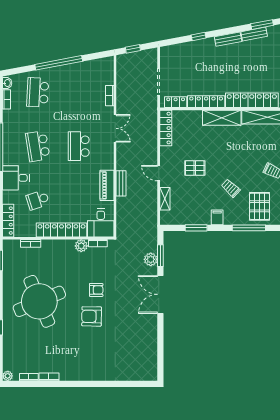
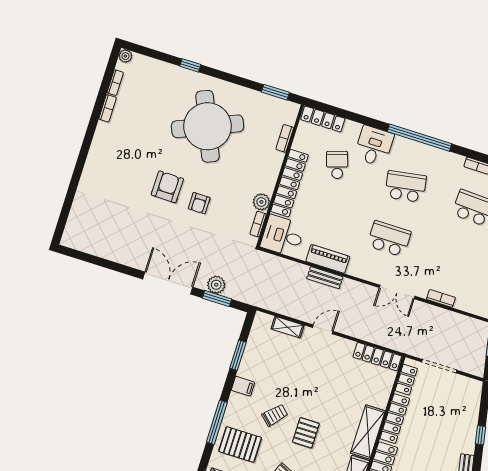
pallet: (195, 168) -> (306, 433), moved

